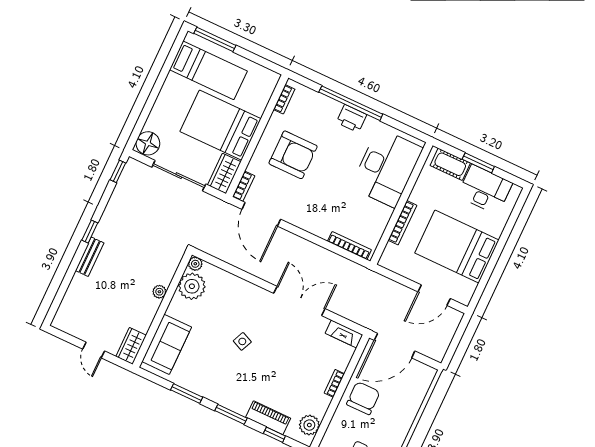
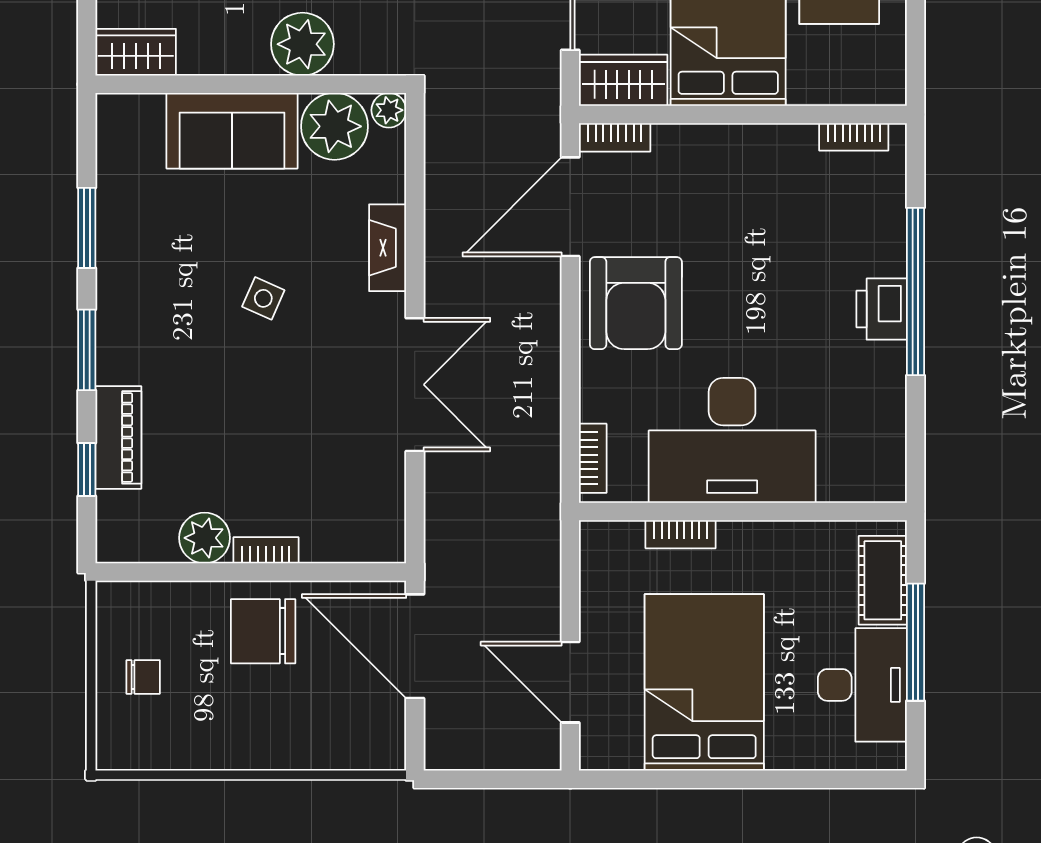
armchair: (293, 155) -> (636, 303), moved
window: (478, 163) -> (916, 642), width x1.44
desk: (387, 168) -> (732, 440), moved
bookcase: (402, 223) -> (681, 534), width x0.64
bookcase: (349, 246) -> (593, 458), width x0.64
plant: (159, 292) -> (302, 44), width x1.88, depth x1.88
fireplace: (344, 334) -> (388, 248), moved
sofa: (167, 344) -> (232, 131), moved
chair: (363, 398) -> (263, 631), turned 180
plant: (309, 425) -> (205, 538), moved

